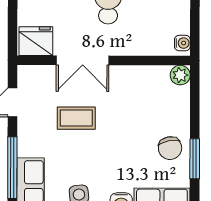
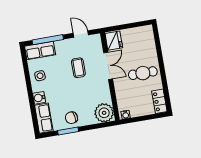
double door: (83, 60) -> (108, 66), swing flipped
plant: (180, 75) -> (104, 113), width x1.88, depth x1.88

